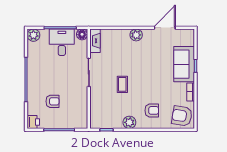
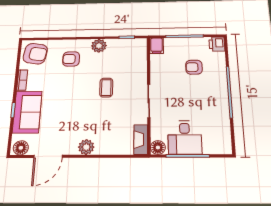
plant: (33, 35) -> (223, 146), removed
floor lamp: (186, 35) -> (21, 148), added
filing cabinet: (82, 121) -> (157, 46), added

